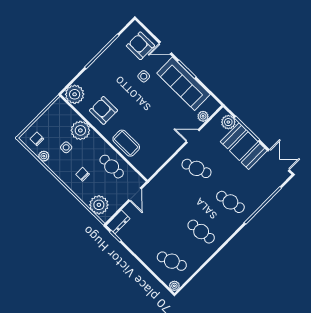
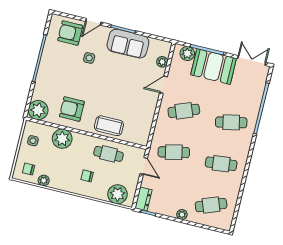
sofa: (184, 84) -> (128, 44), width x0.73
side table: (66, 147) -> (33, 141), moved
cafe table: (167, 198) -> (174, 152), added
plant: (174, 286) -> (182, 215), moved

